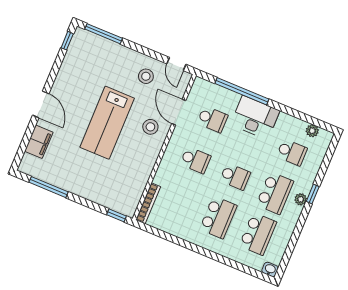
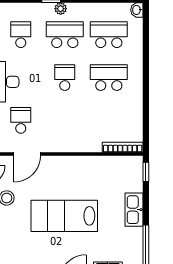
lab bench: (107, 123) -> (64, 216), turned 180
stool: (150, 127) -> (51, 174), removed
school desk: (195, 160) -> (65, 120), removed
kitchen sink: (86, 190) -> (134, 210), added

